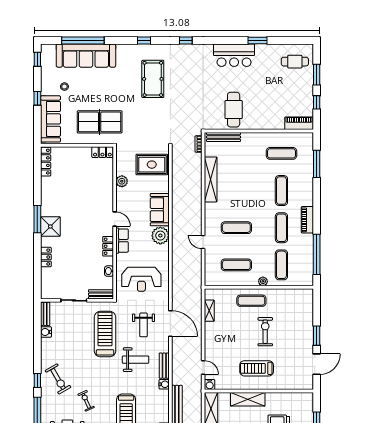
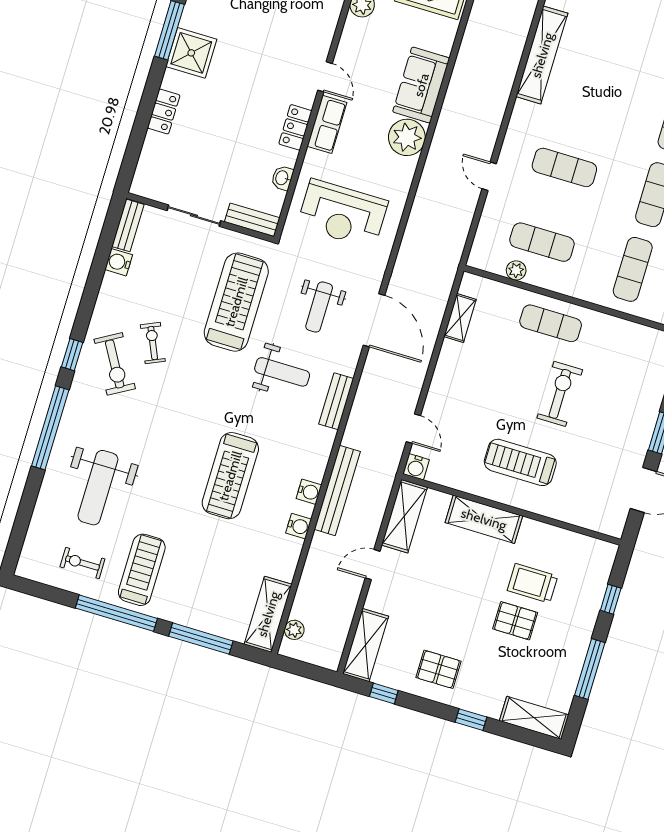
plant: (263, 281) -> (516, 270), moved
water cooler: (164, 384) -> (309, 492), moved
exercise bike: (86, 401) -> (153, 343), moved

